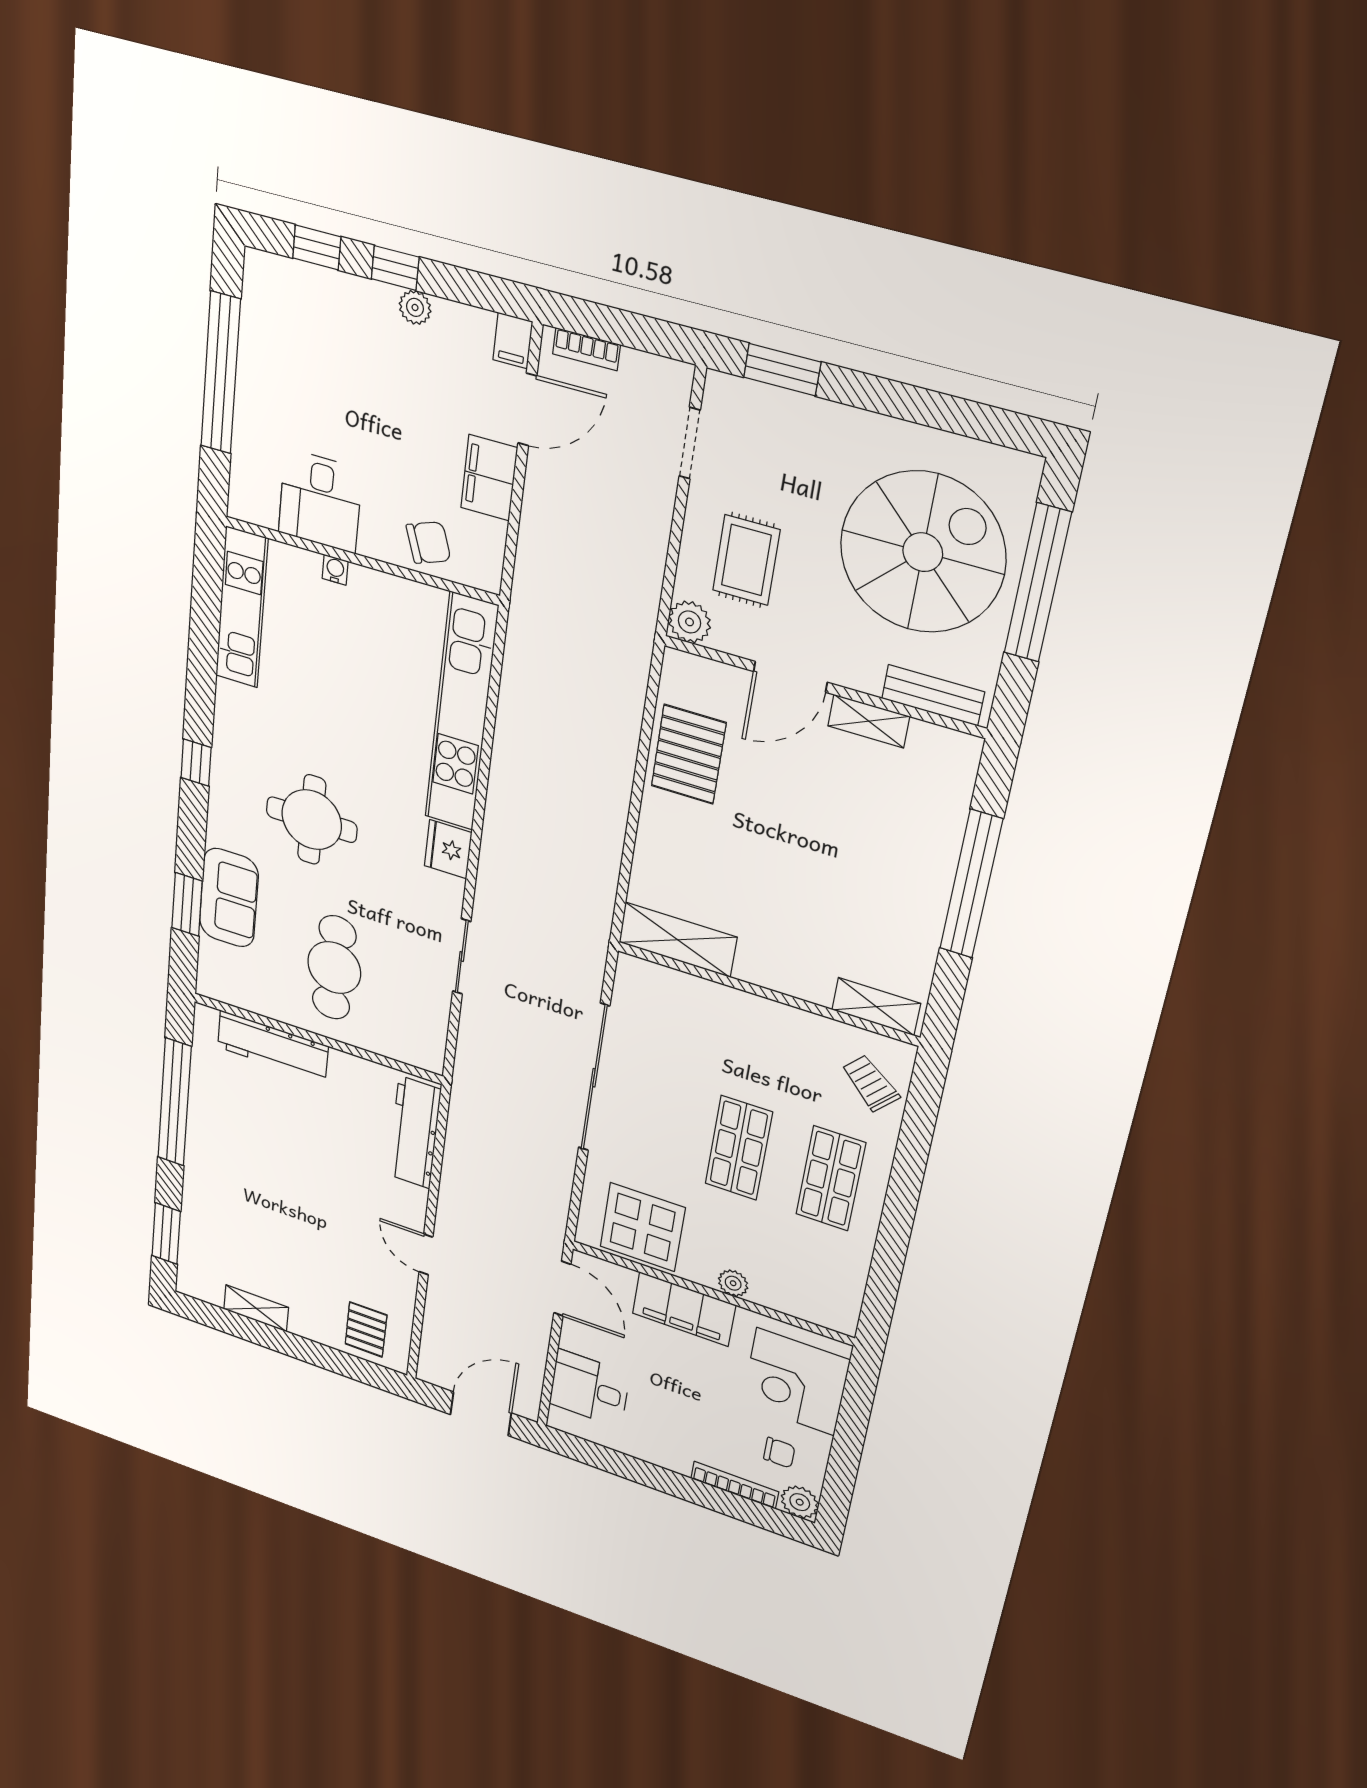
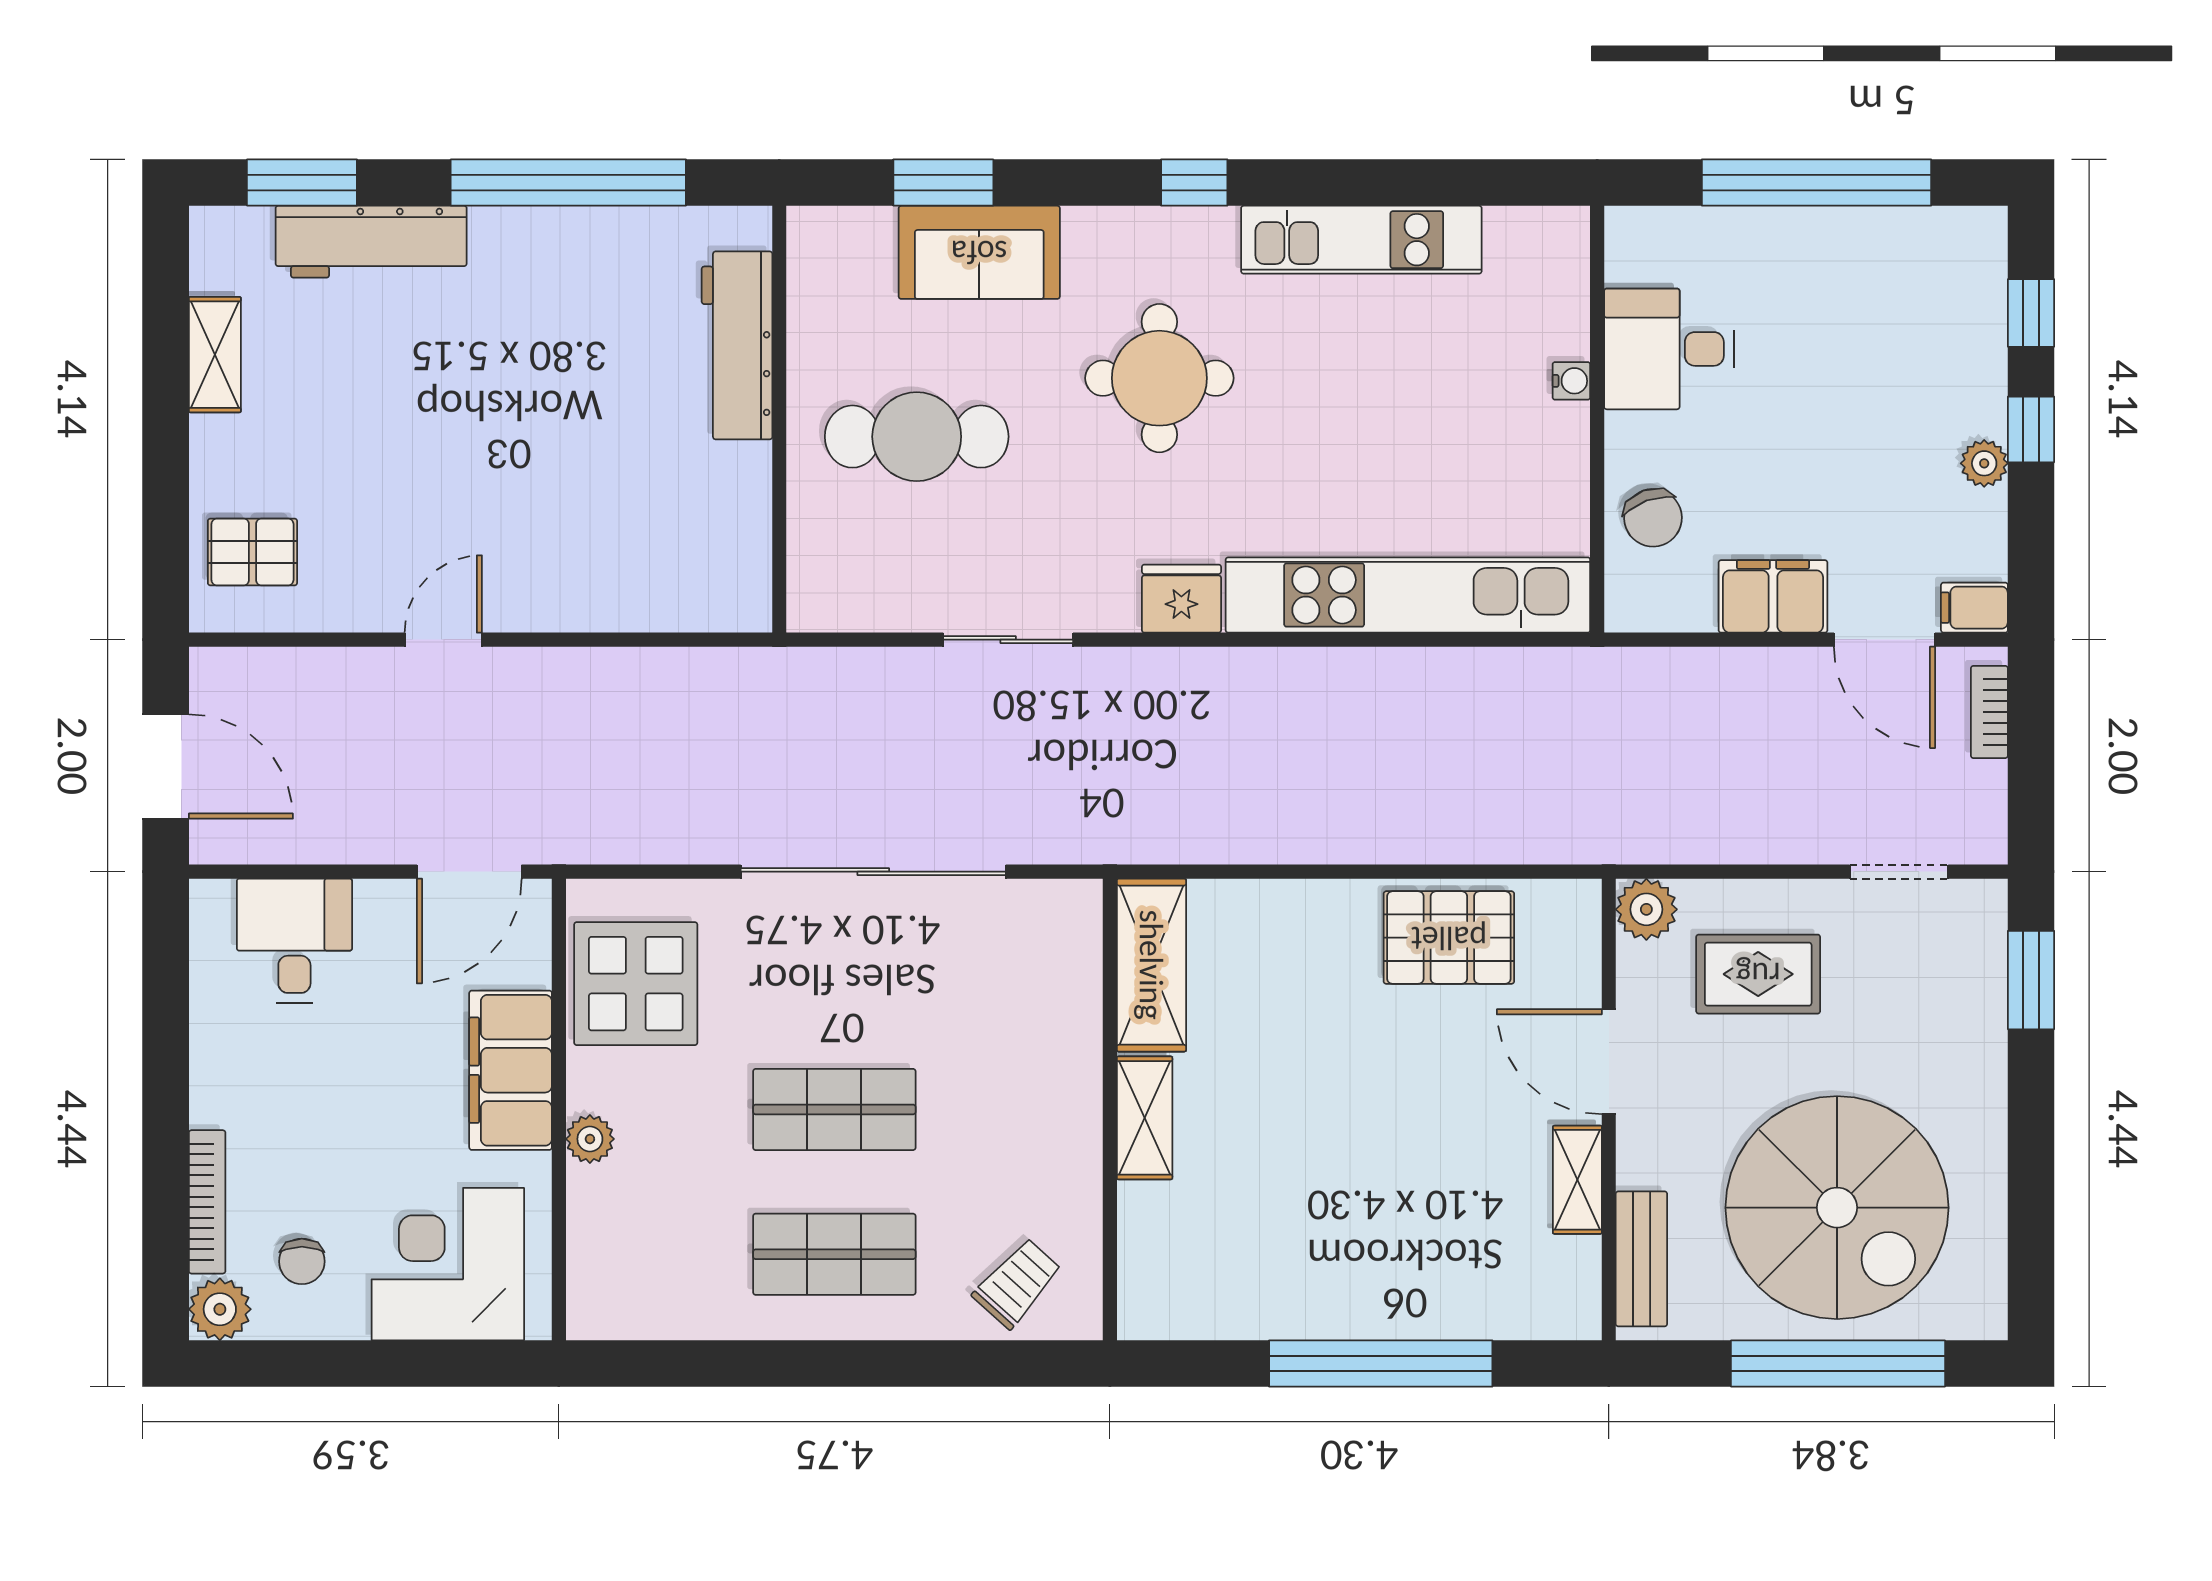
kitchen unit: (242, 608) -> (1361, 240), moved
shelving: (876, 1007) -> (1145, 1118), moved
workbench: (414, 1133) -> (371, 242), moved, turned 180

